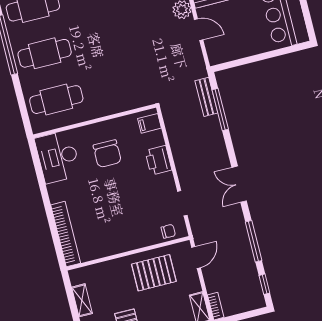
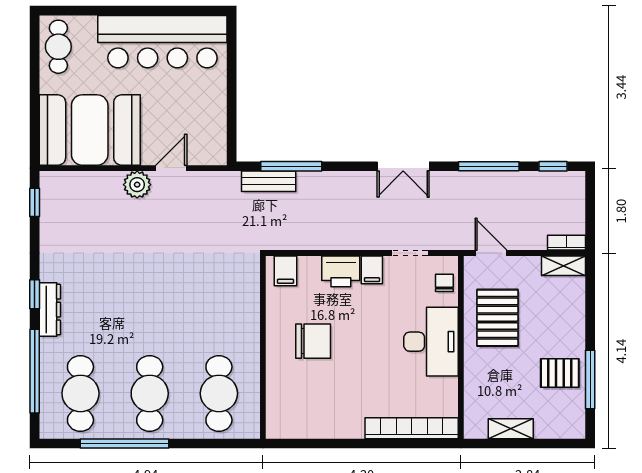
desk: (58, 157) -> (431, 342), moved, turned -90
filing cabinet: (165, 181) -> (372, 270), added

